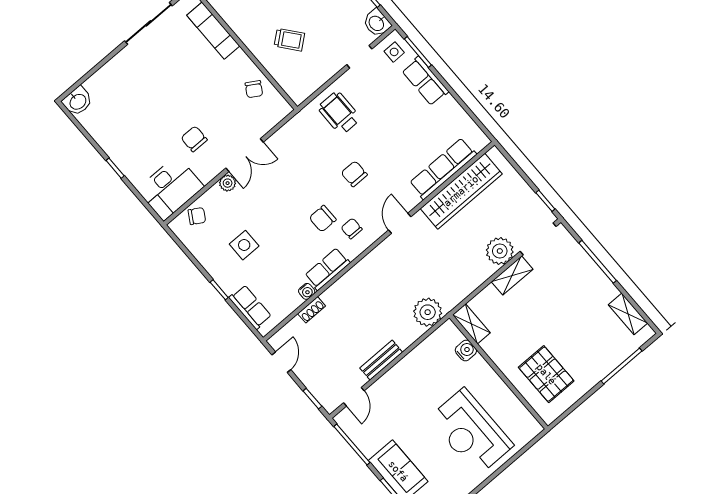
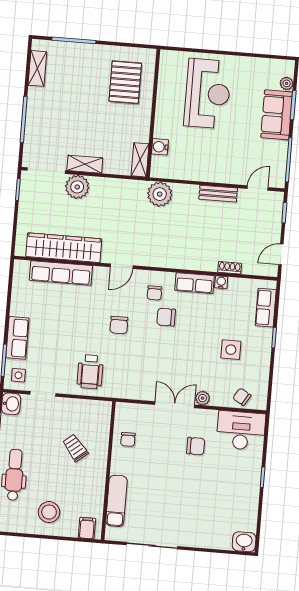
chair: (254, 89) -> (128, 439), turned 149
chair: (194, 139) -> (196, 446), turned -90
chair: (323, 219) -> (166, 317), turned 180

